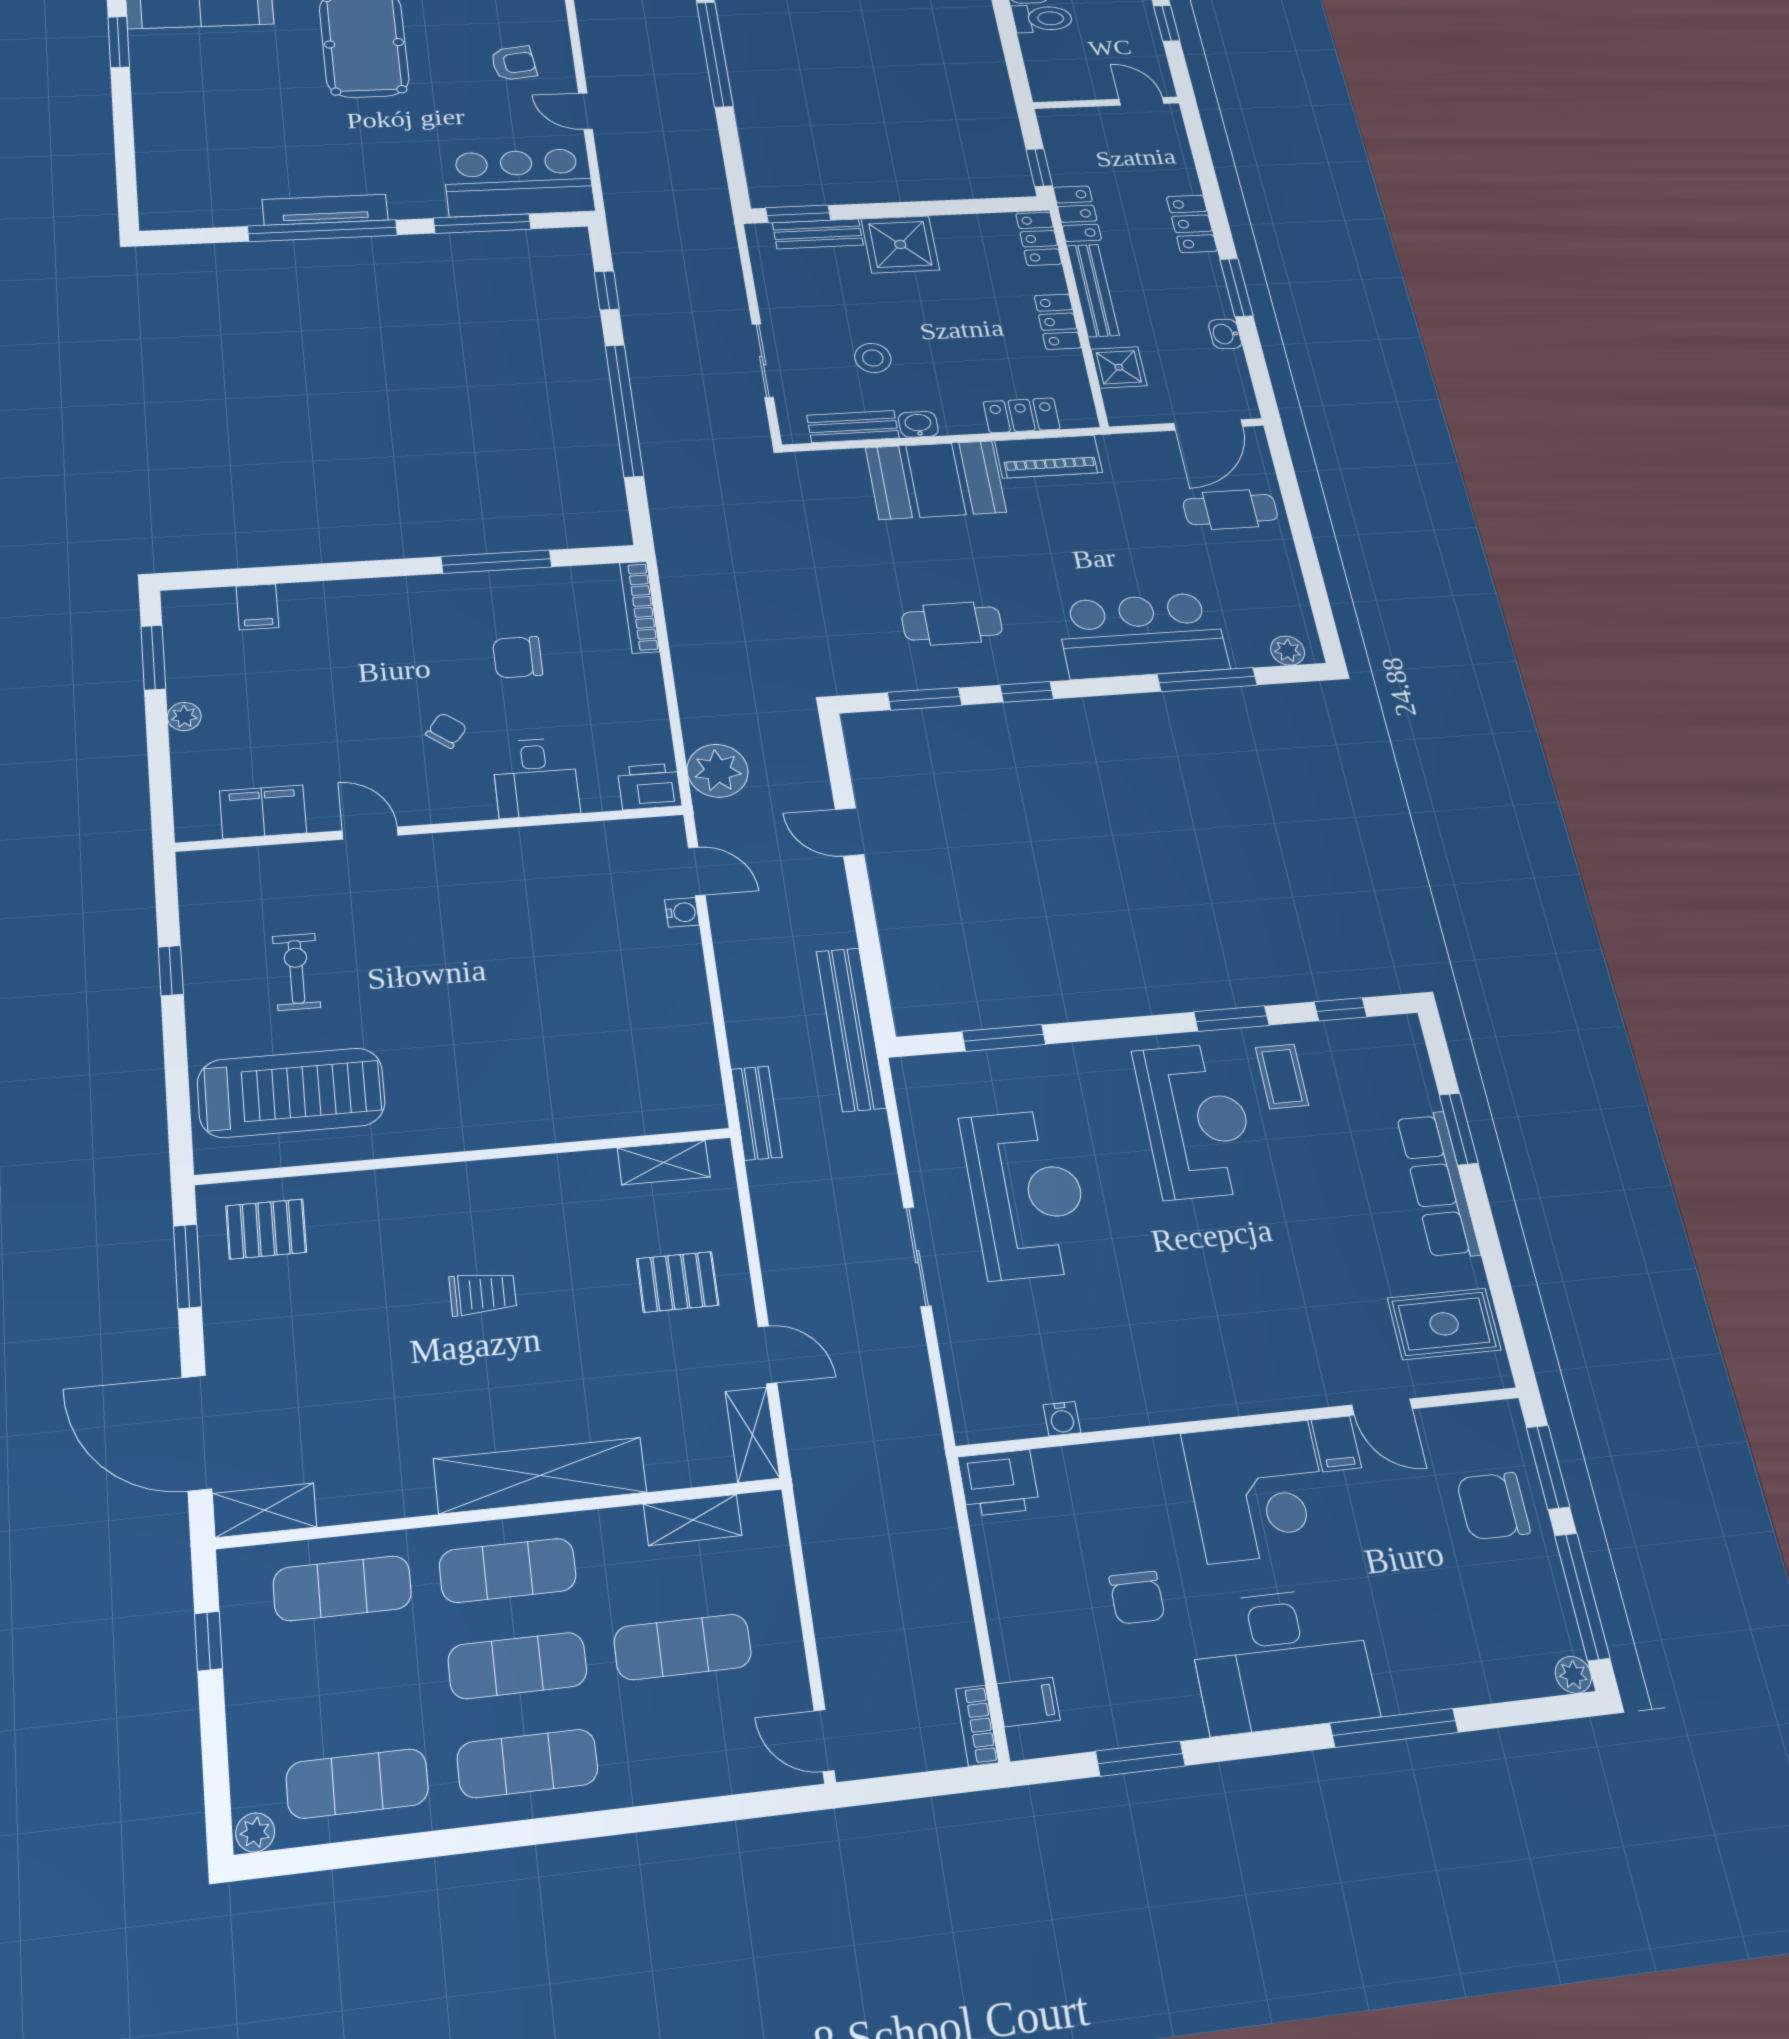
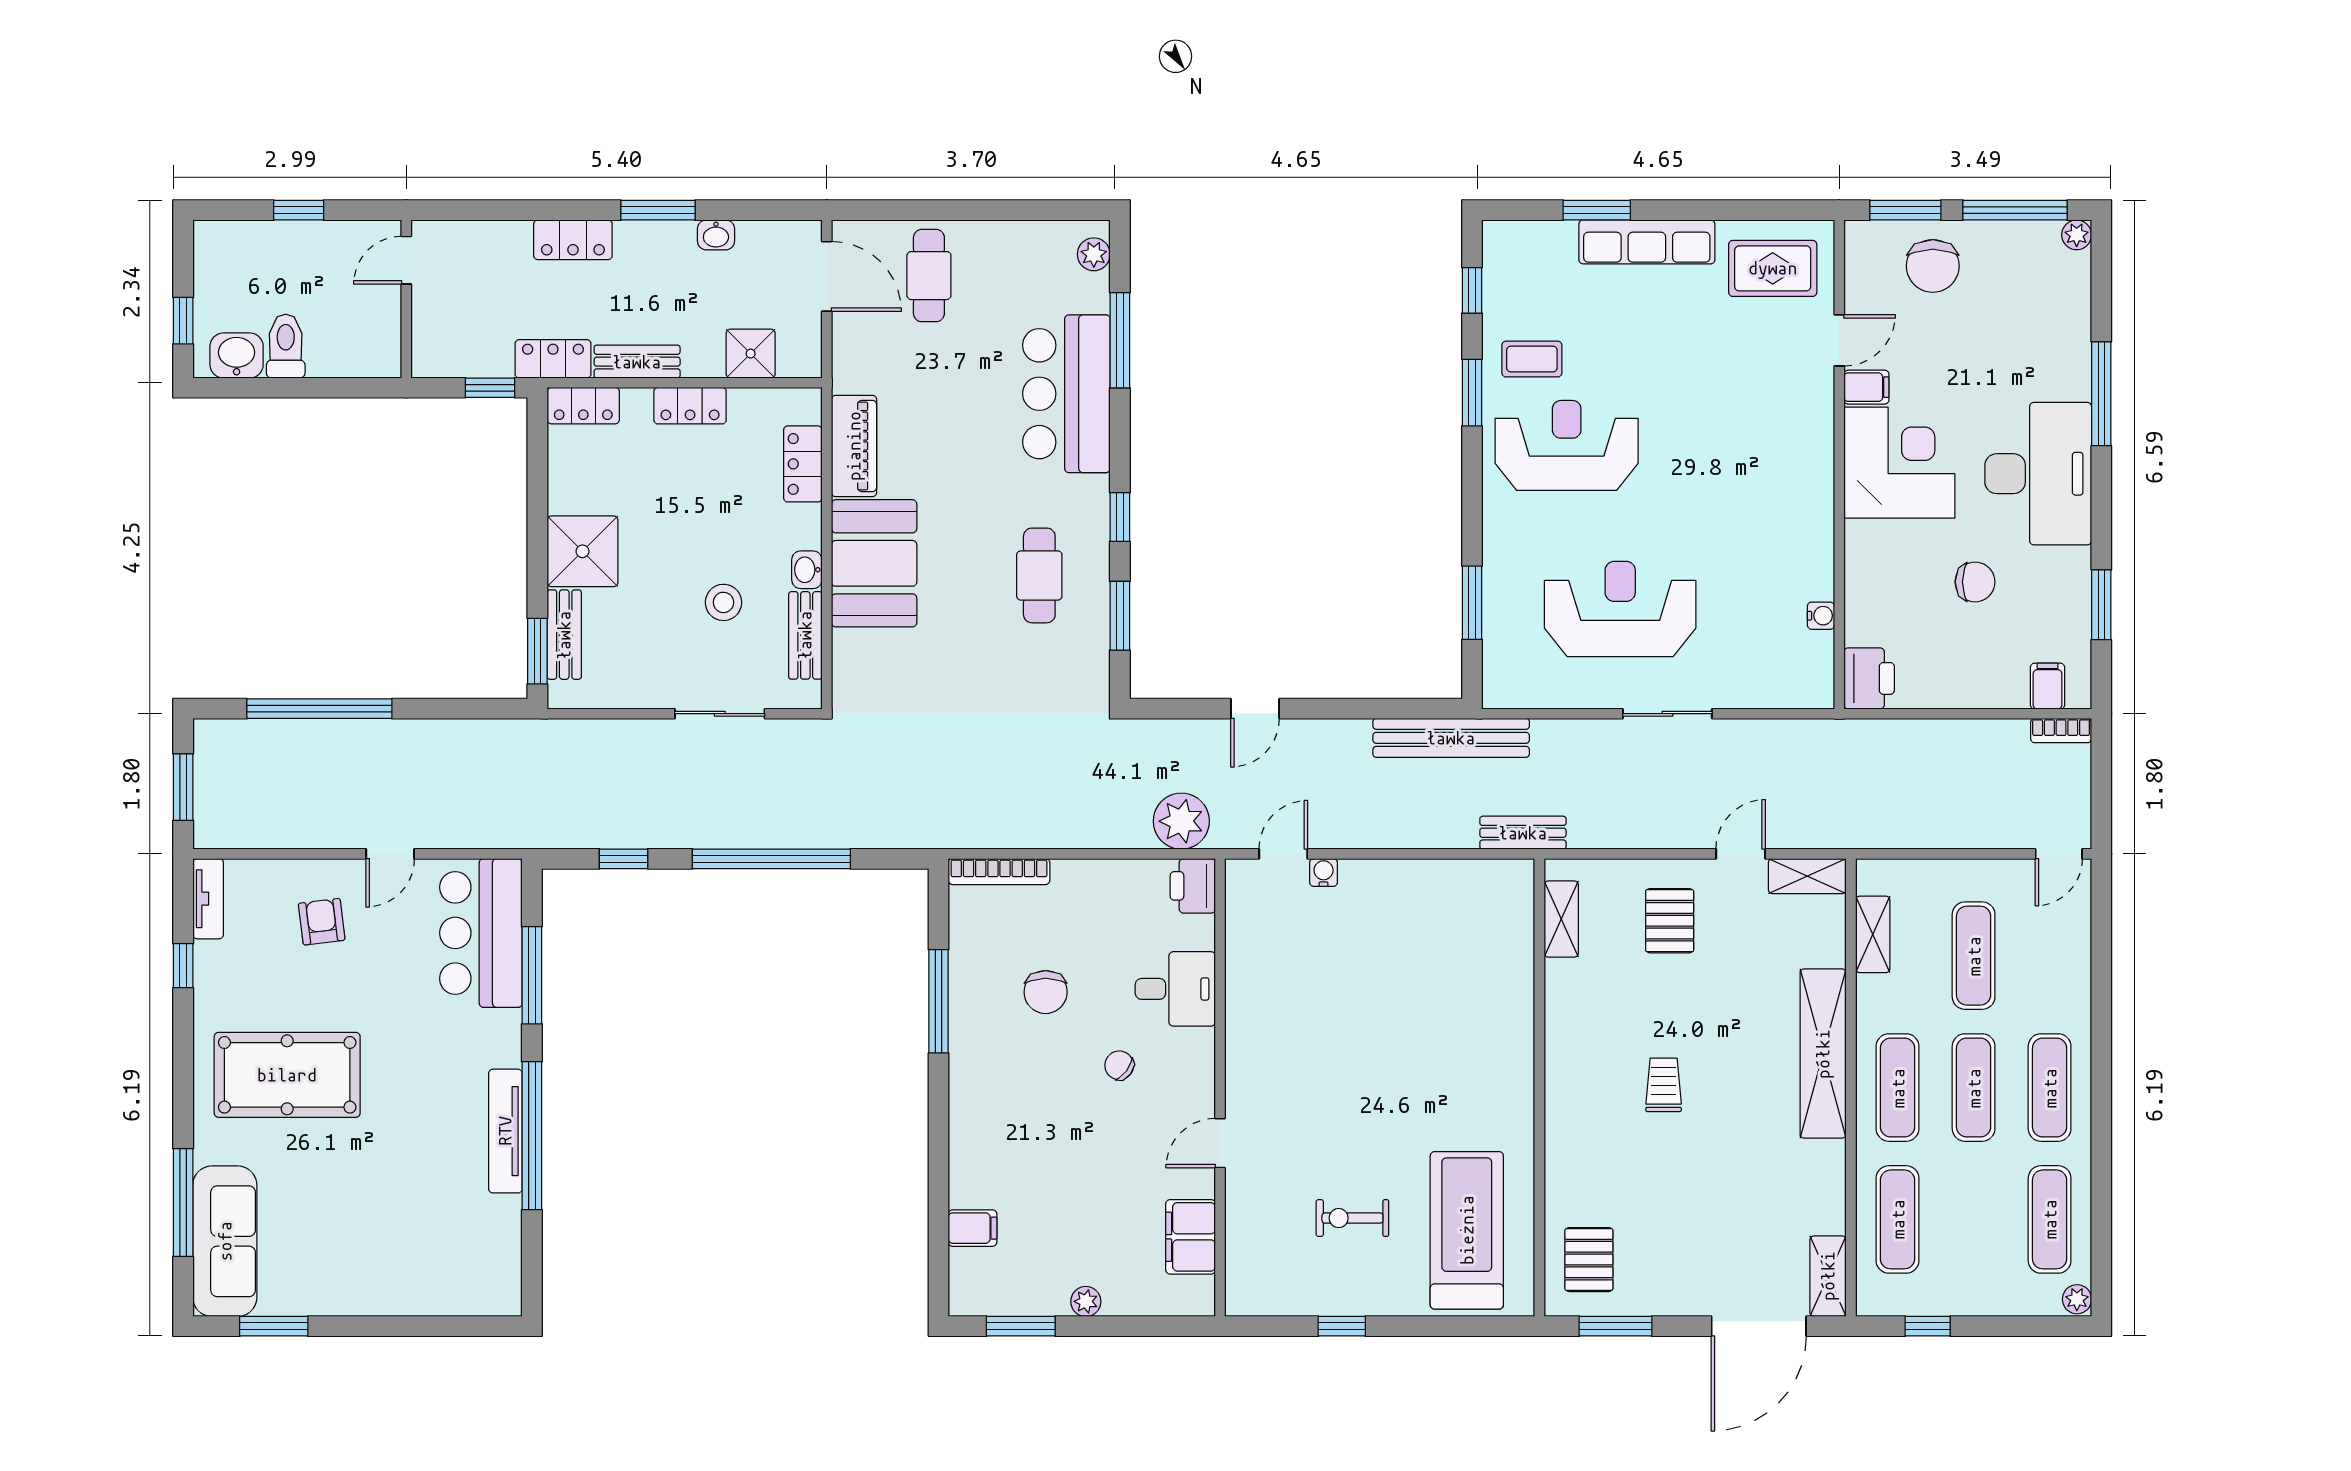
bench: (1093, 290) -> (637, 362), width x0.73
rug: (1444, 1324) -> (1773, 268), turned 90

